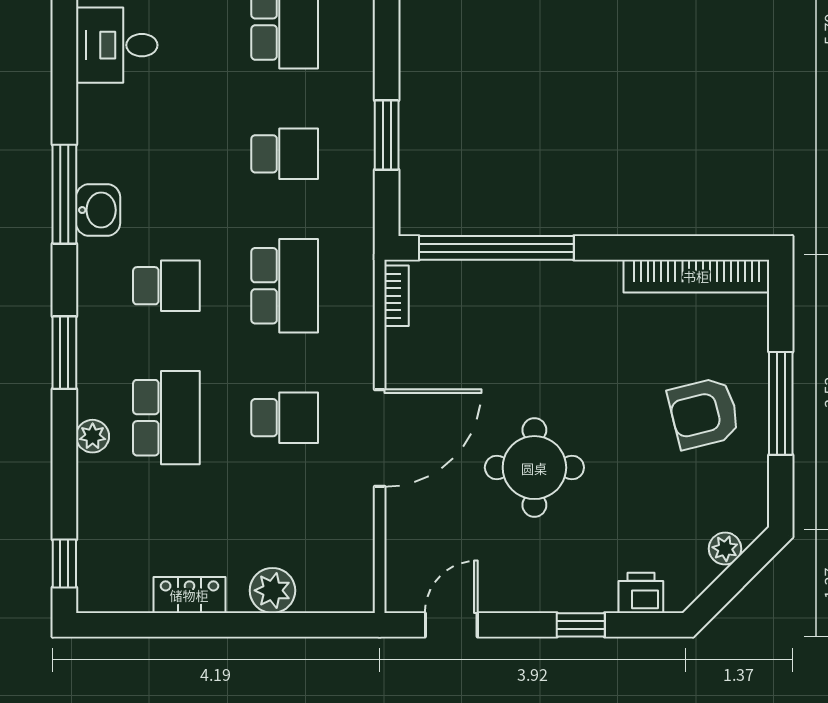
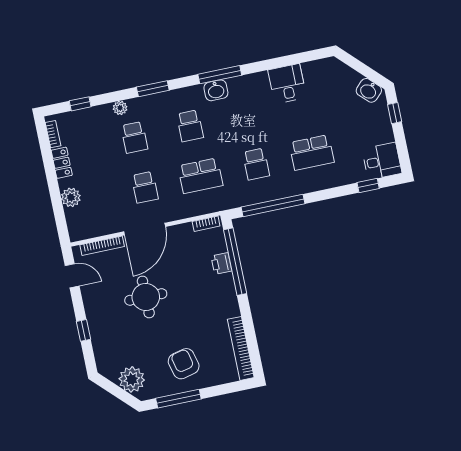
window: (387, 135) -> (273, 205), width x2.11
window: (781, 403) -> (178, 399), moved
school desk: (166, 418) -> (134, 137), width x0.54
door: (380, 438) -> (145, 229), hinge flipped
bookcase: (397, 542) -> (102, 246), added
plant: (725, 549) -> (132, 379), width x1.87, depth x1.87
window: (64, 564) -> (80, 104), moved
printer: (641, 593) -> (221, 263), moved, turned 180
bookcase: (120, 601) -> (53, 134), added

